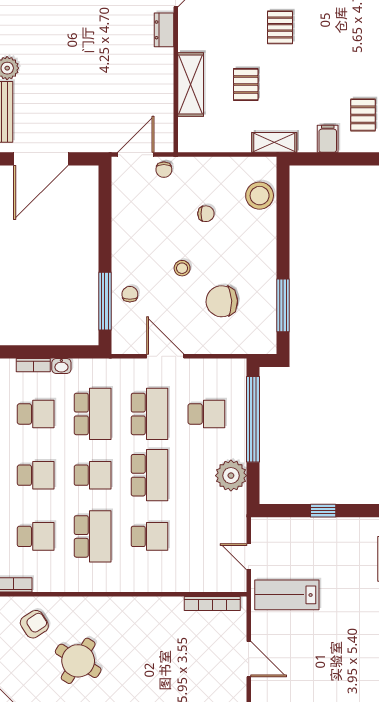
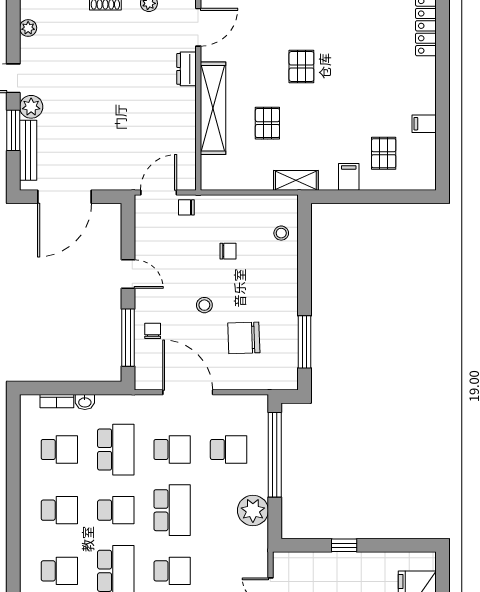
shelving: (191, 84) -> (213, 108), width x1.47
chair: (164, 170) -> (186, 207), turned 90
stool: (260, 196) -> (281, 233), width x0.53, depth x0.53
door: (105, 237) -> (128, 274), added
door: (165, 356) -> (188, 392), width x1.36
school desk: (150, 414) -> (172, 450), width x0.54

